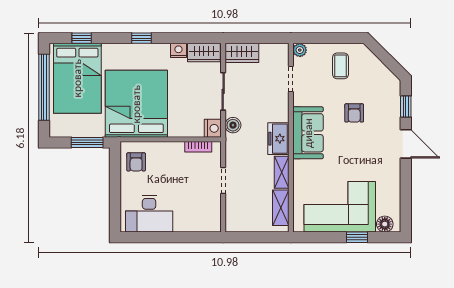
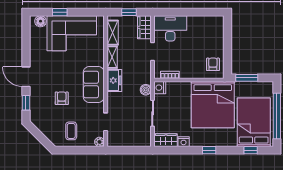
wardrobe: (242, 53) -> (144, 27), moved, turned -90
desk: (149, 214) -> (170, 28), moved
window: (257, 237) -> (129, 12), added

